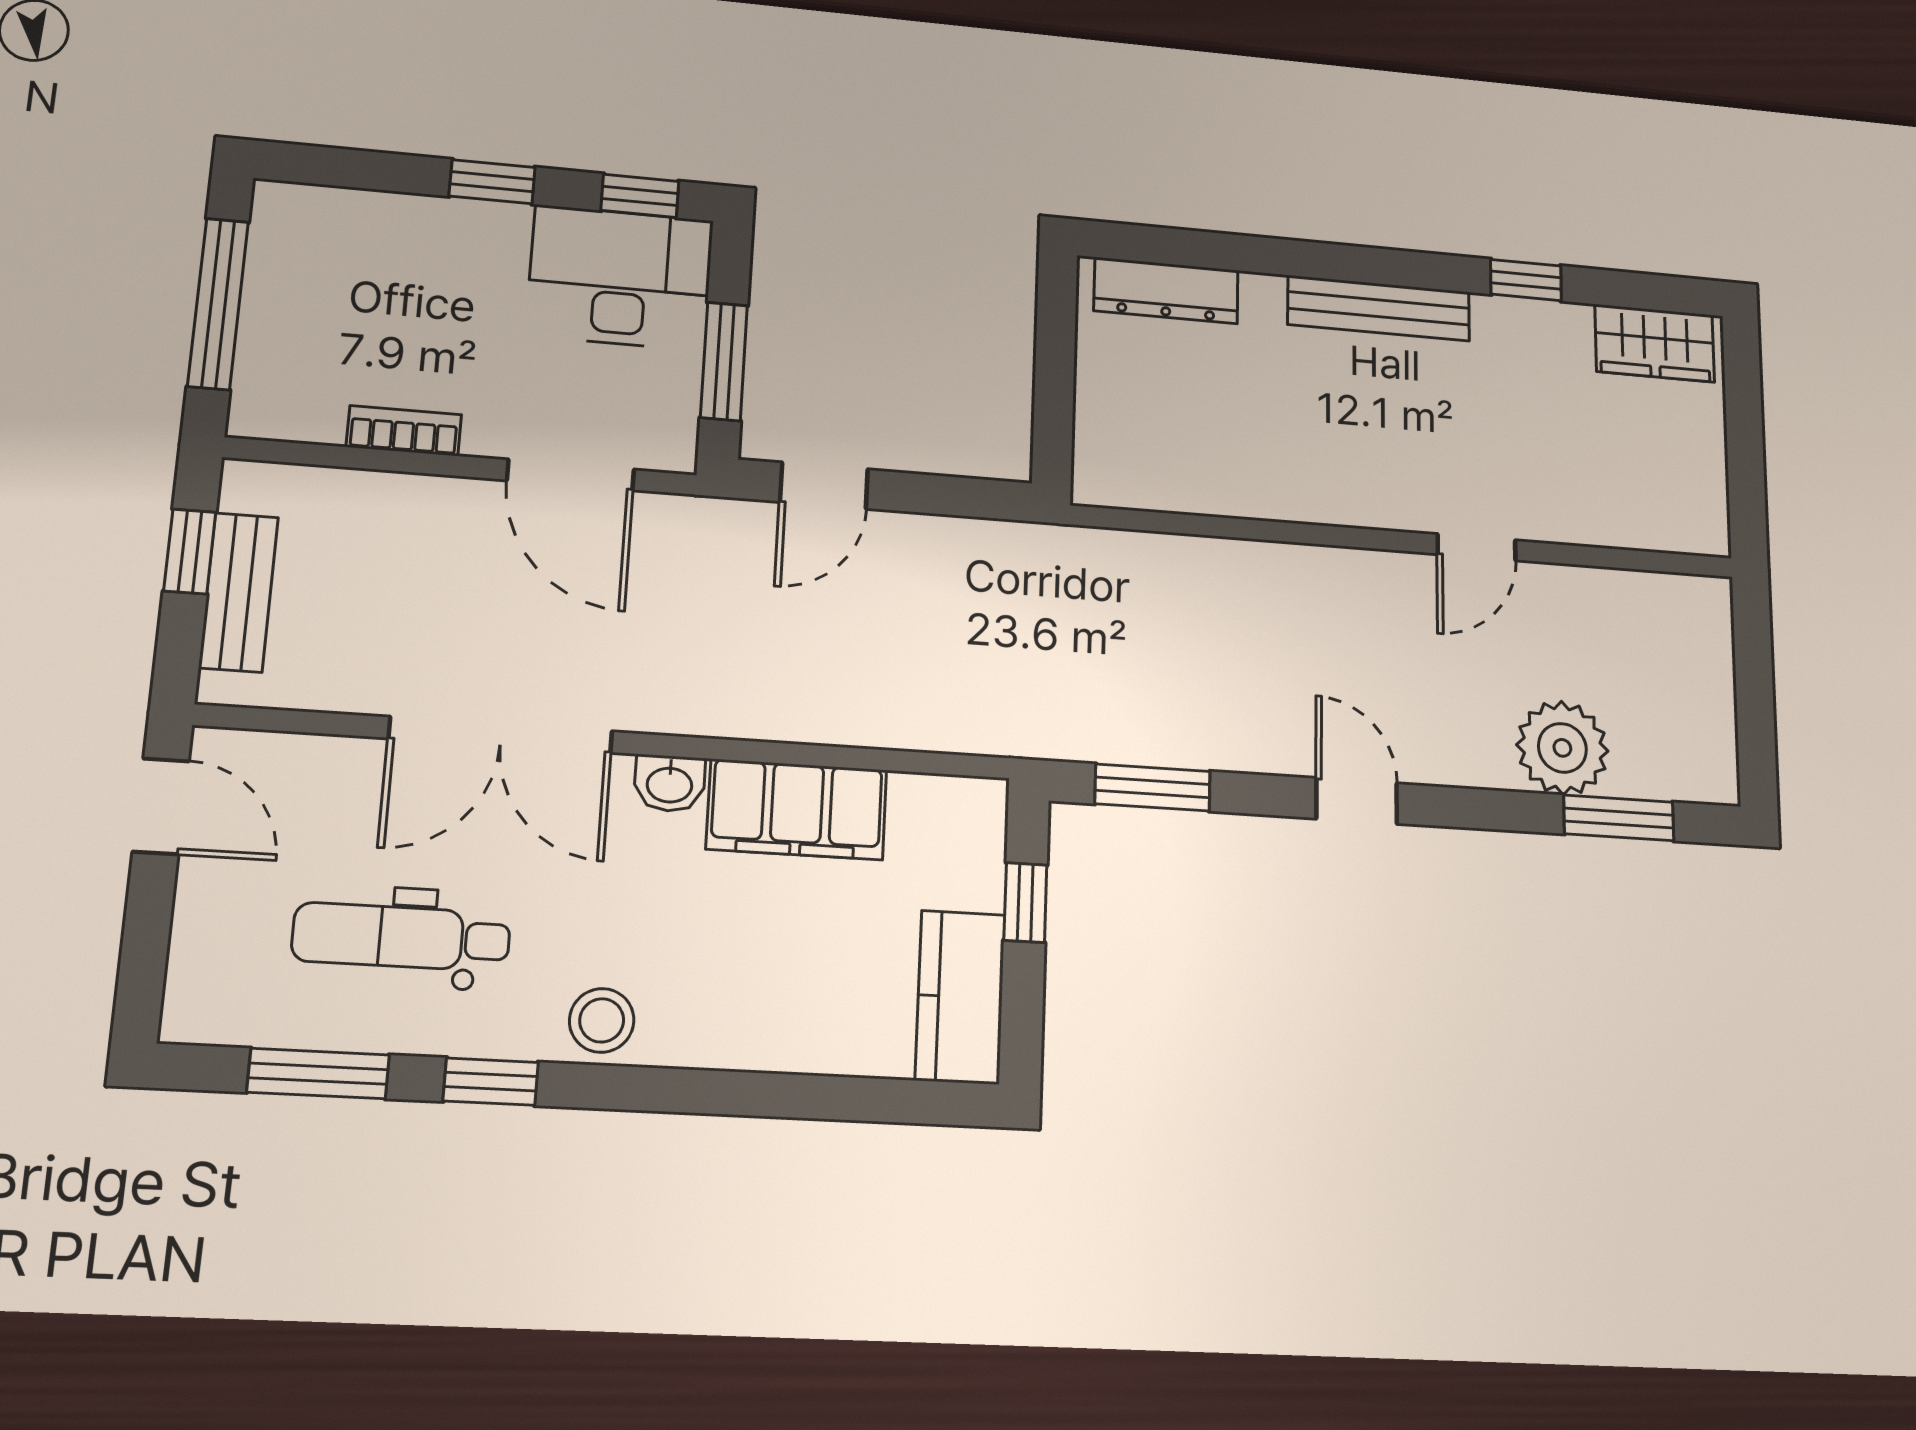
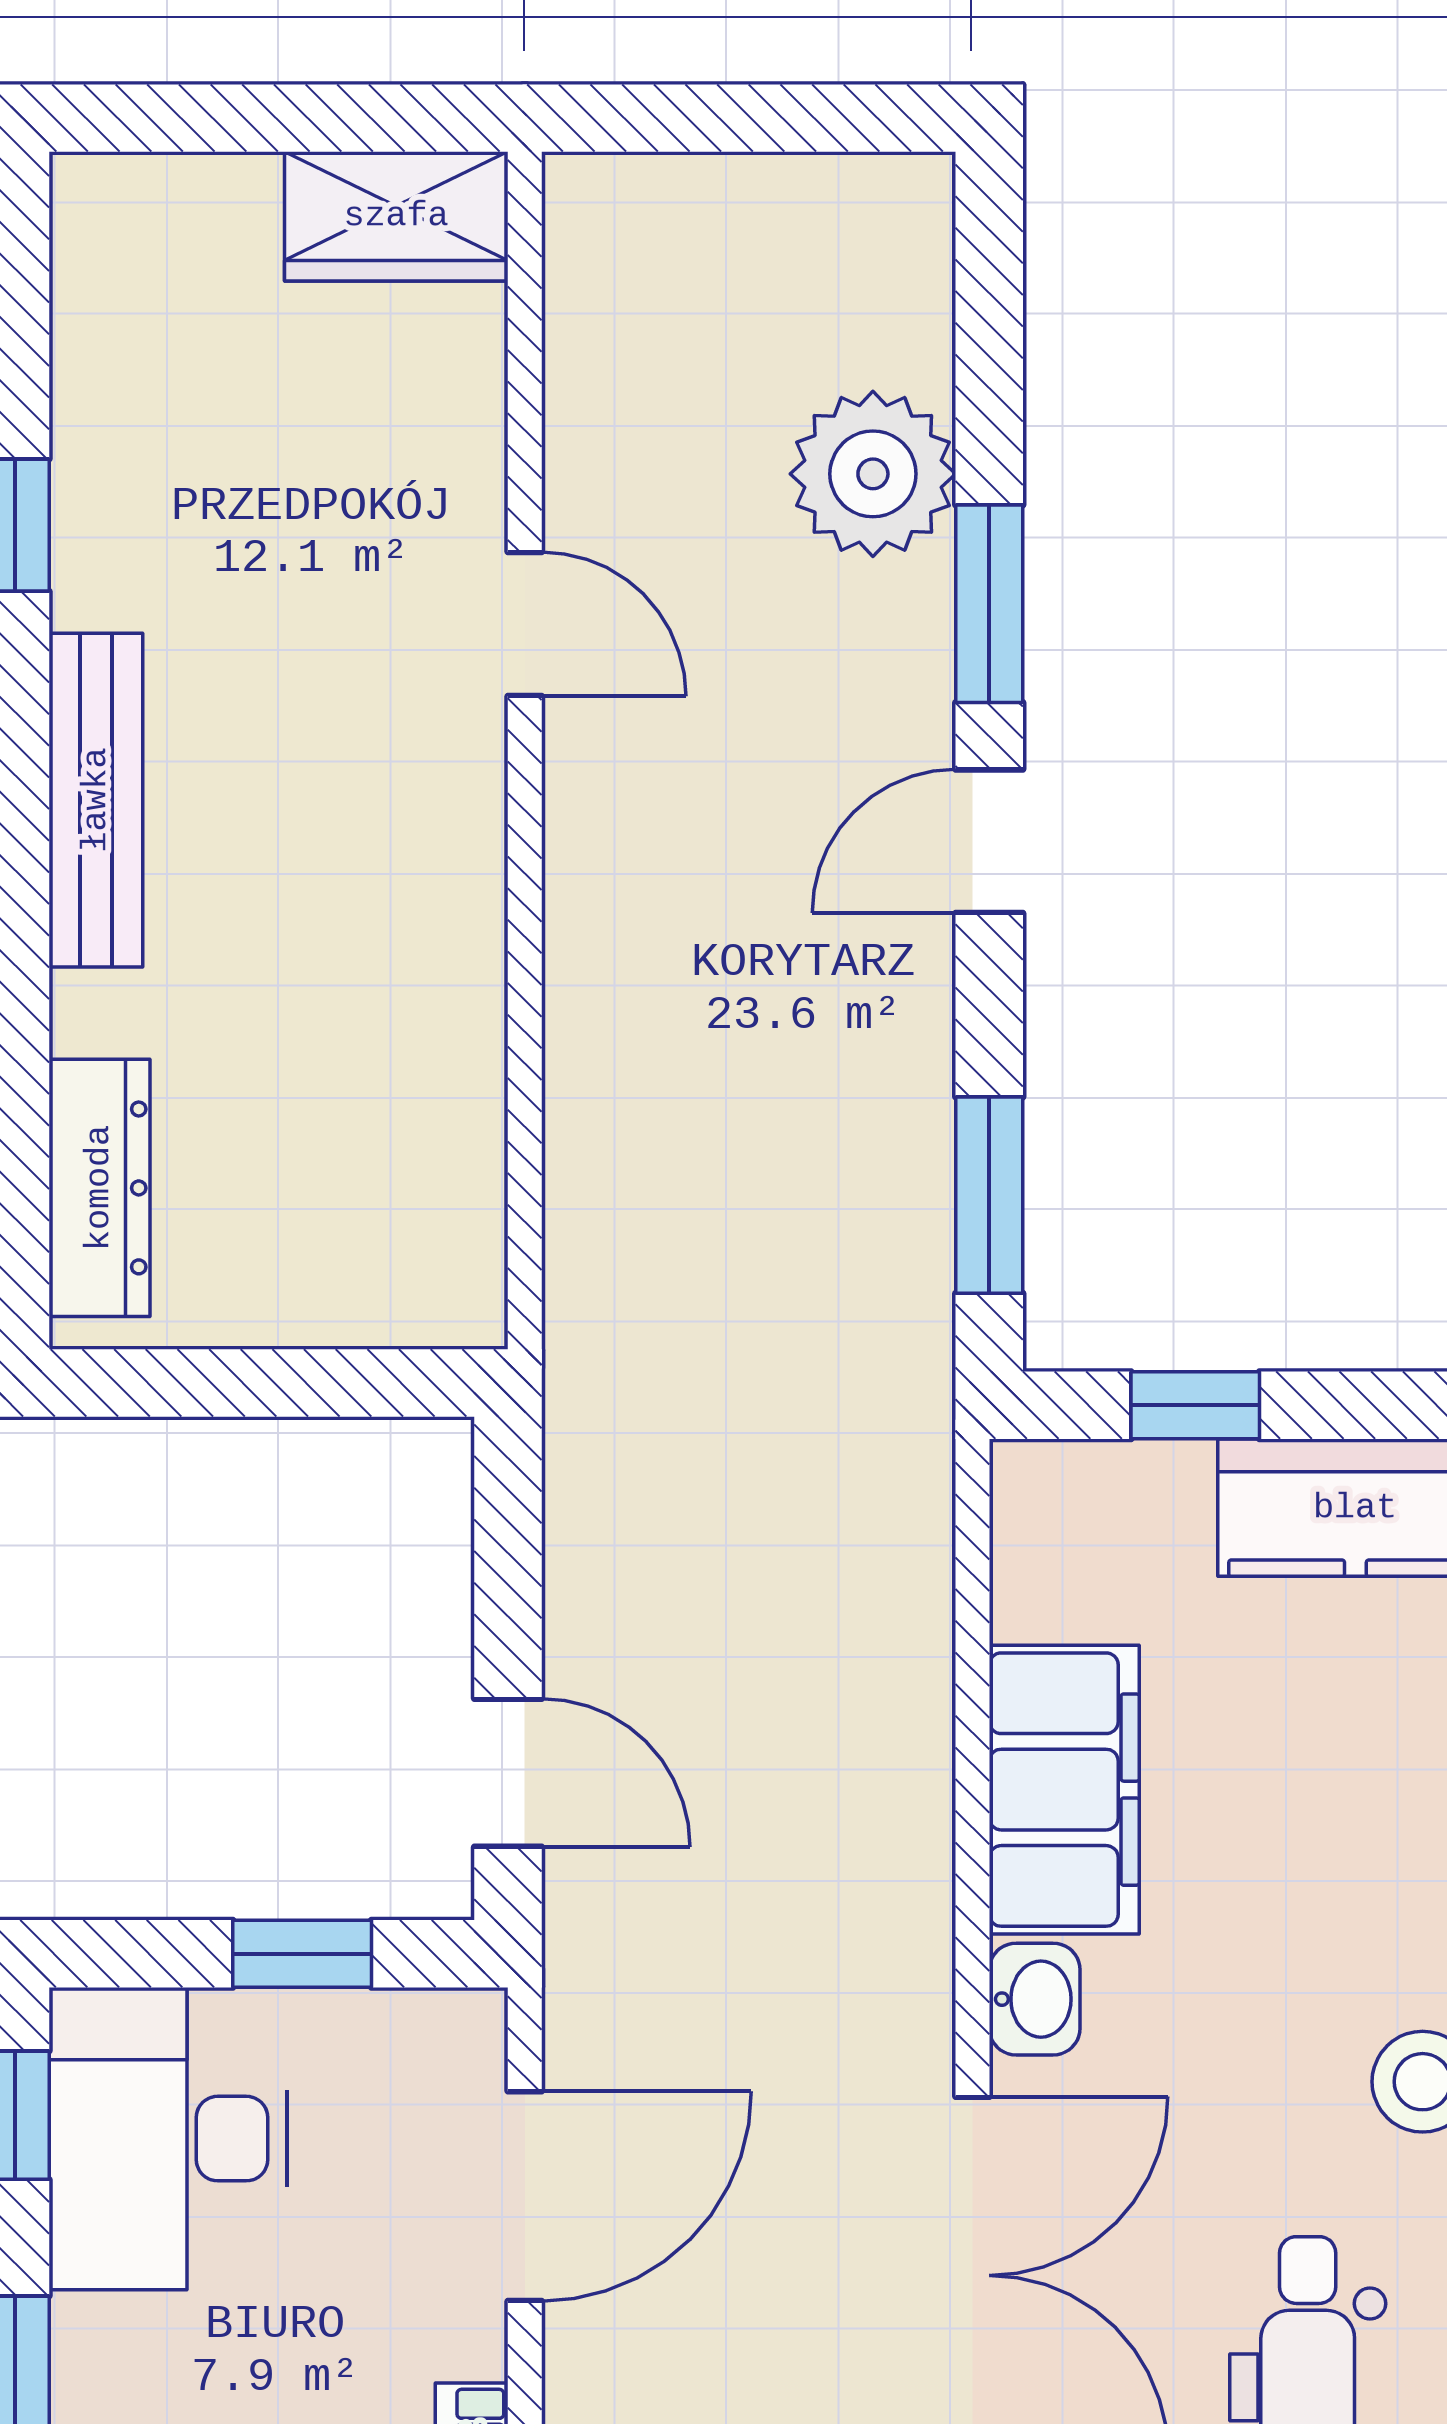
wardrobe: (1655, 343) -> (396, 216), moved, turned 90
window: (724, 361) -> (302, 1954), width x0.67
window: (1619, 818) -> (989, 604), moved

